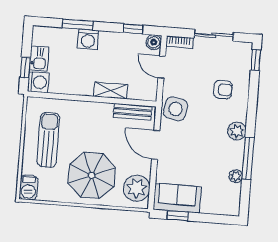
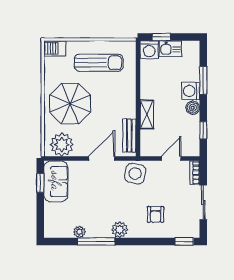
boiler: (154, 42) -> (193, 108), moved

